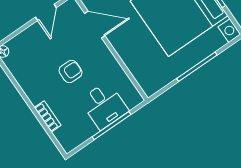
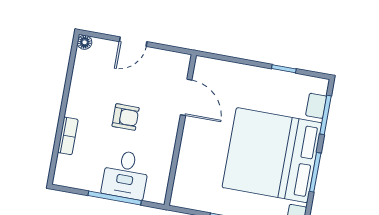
door: (46, 12) -> (133, 42), moved

